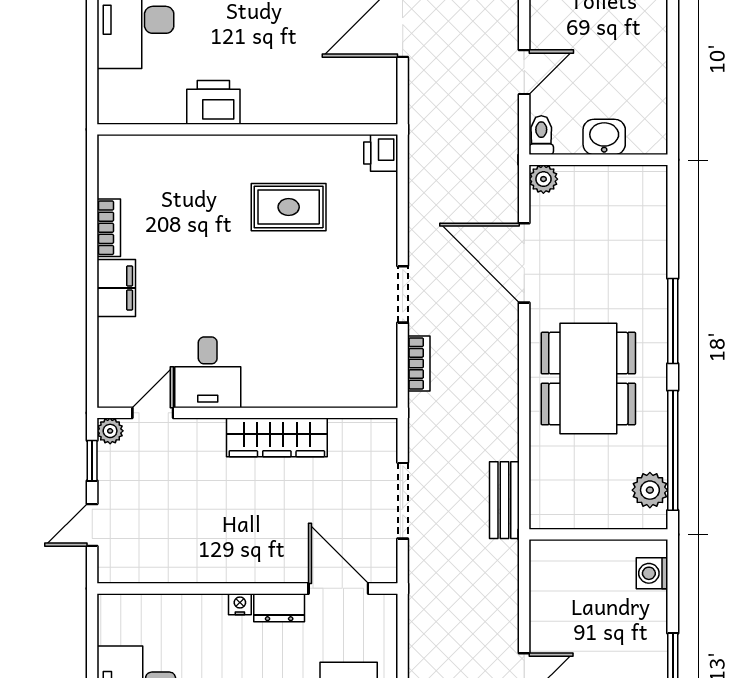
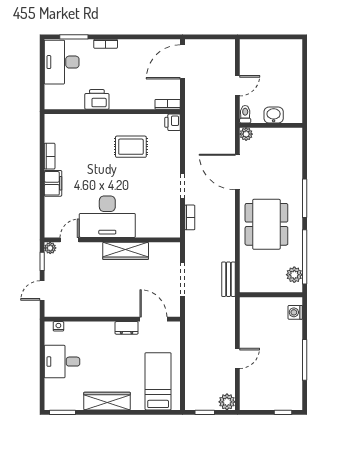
bookcase: (370, 113) -> (168, 104), added
desk: (208, 372) -> (107, 217), width x1.87, depth x1.30
nightstand: (240, 604) -> (58, 326), moved

